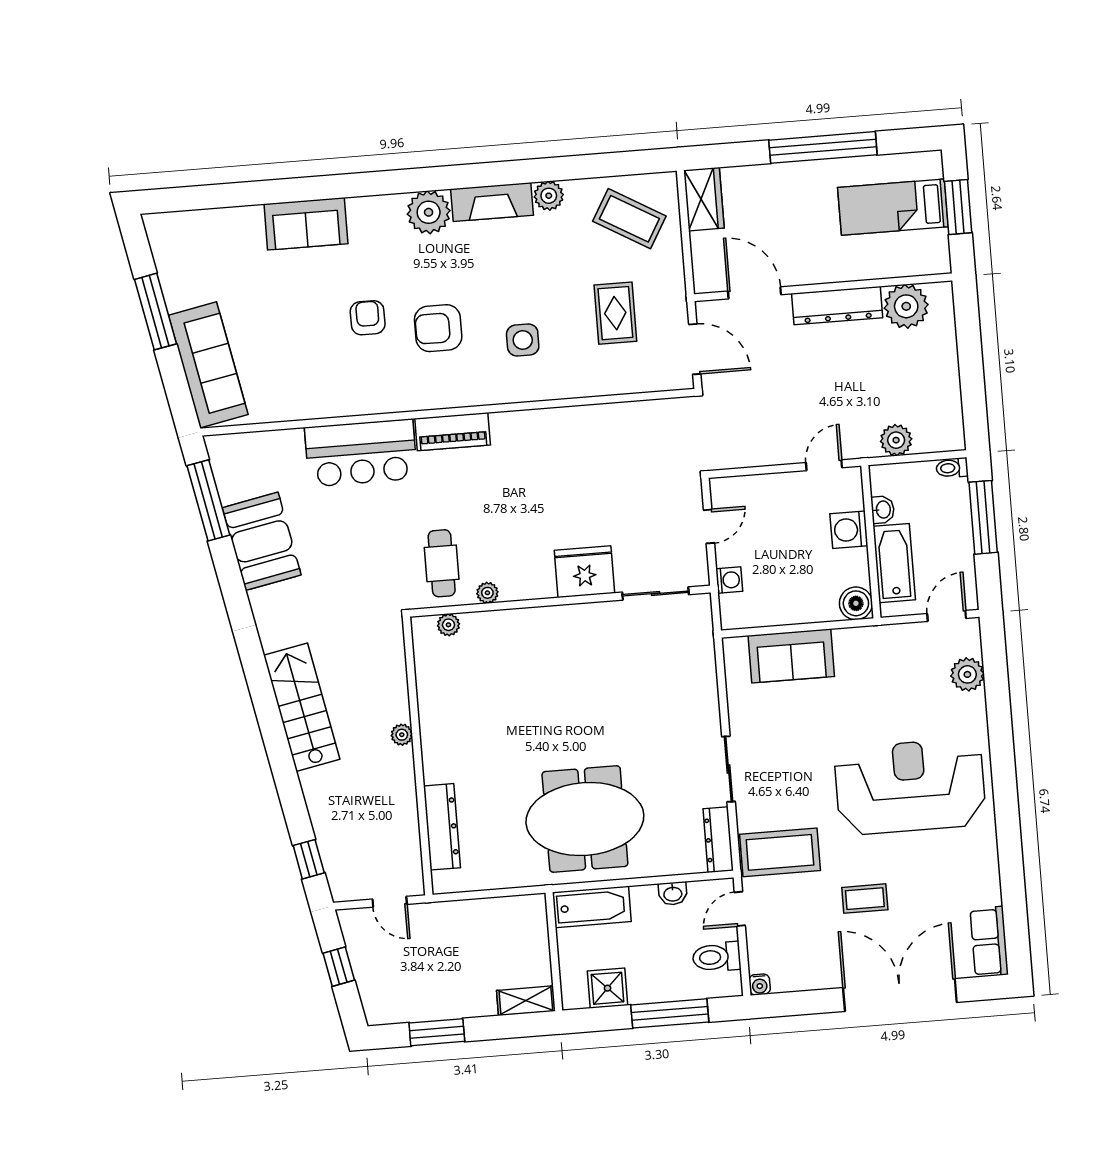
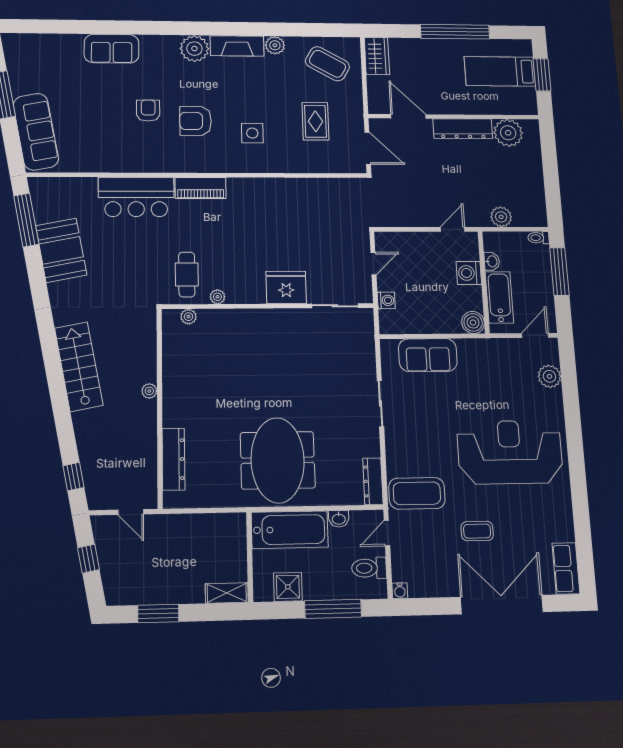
sliding door: (729, 769) -> (380, 403), moved
meeting table: (585, 819) -> (278, 460), turned 90
bathtub: (592, 907) -> (290, 530), width x1.36, depth x1.36

